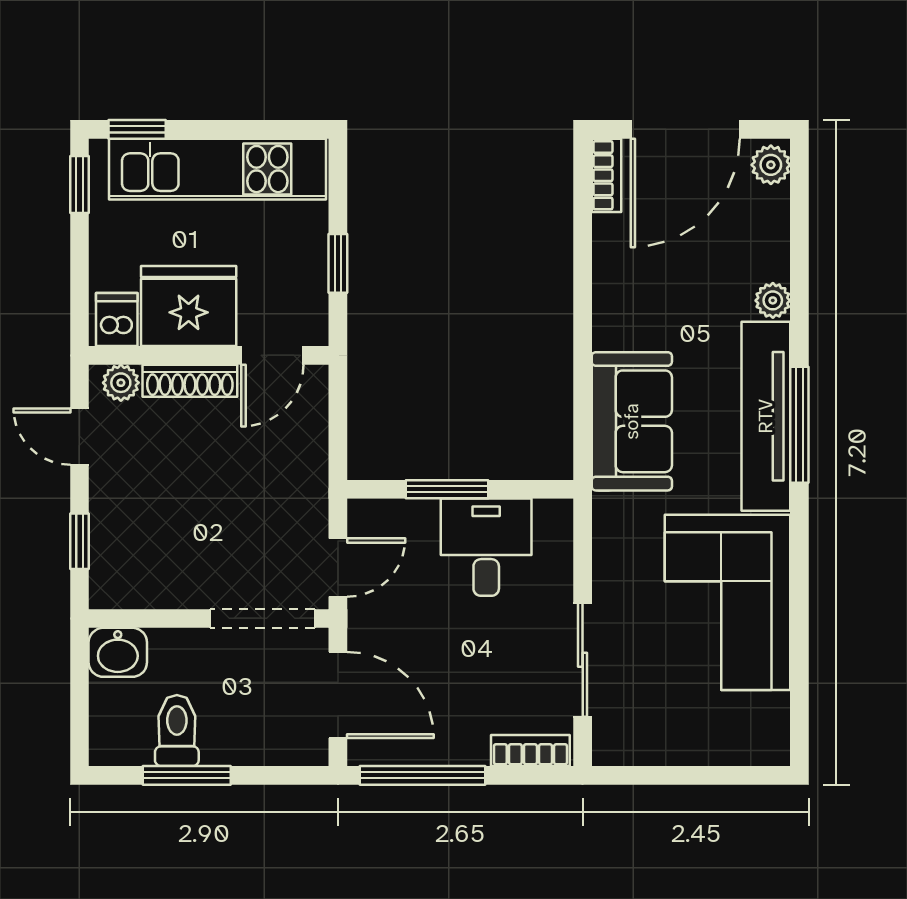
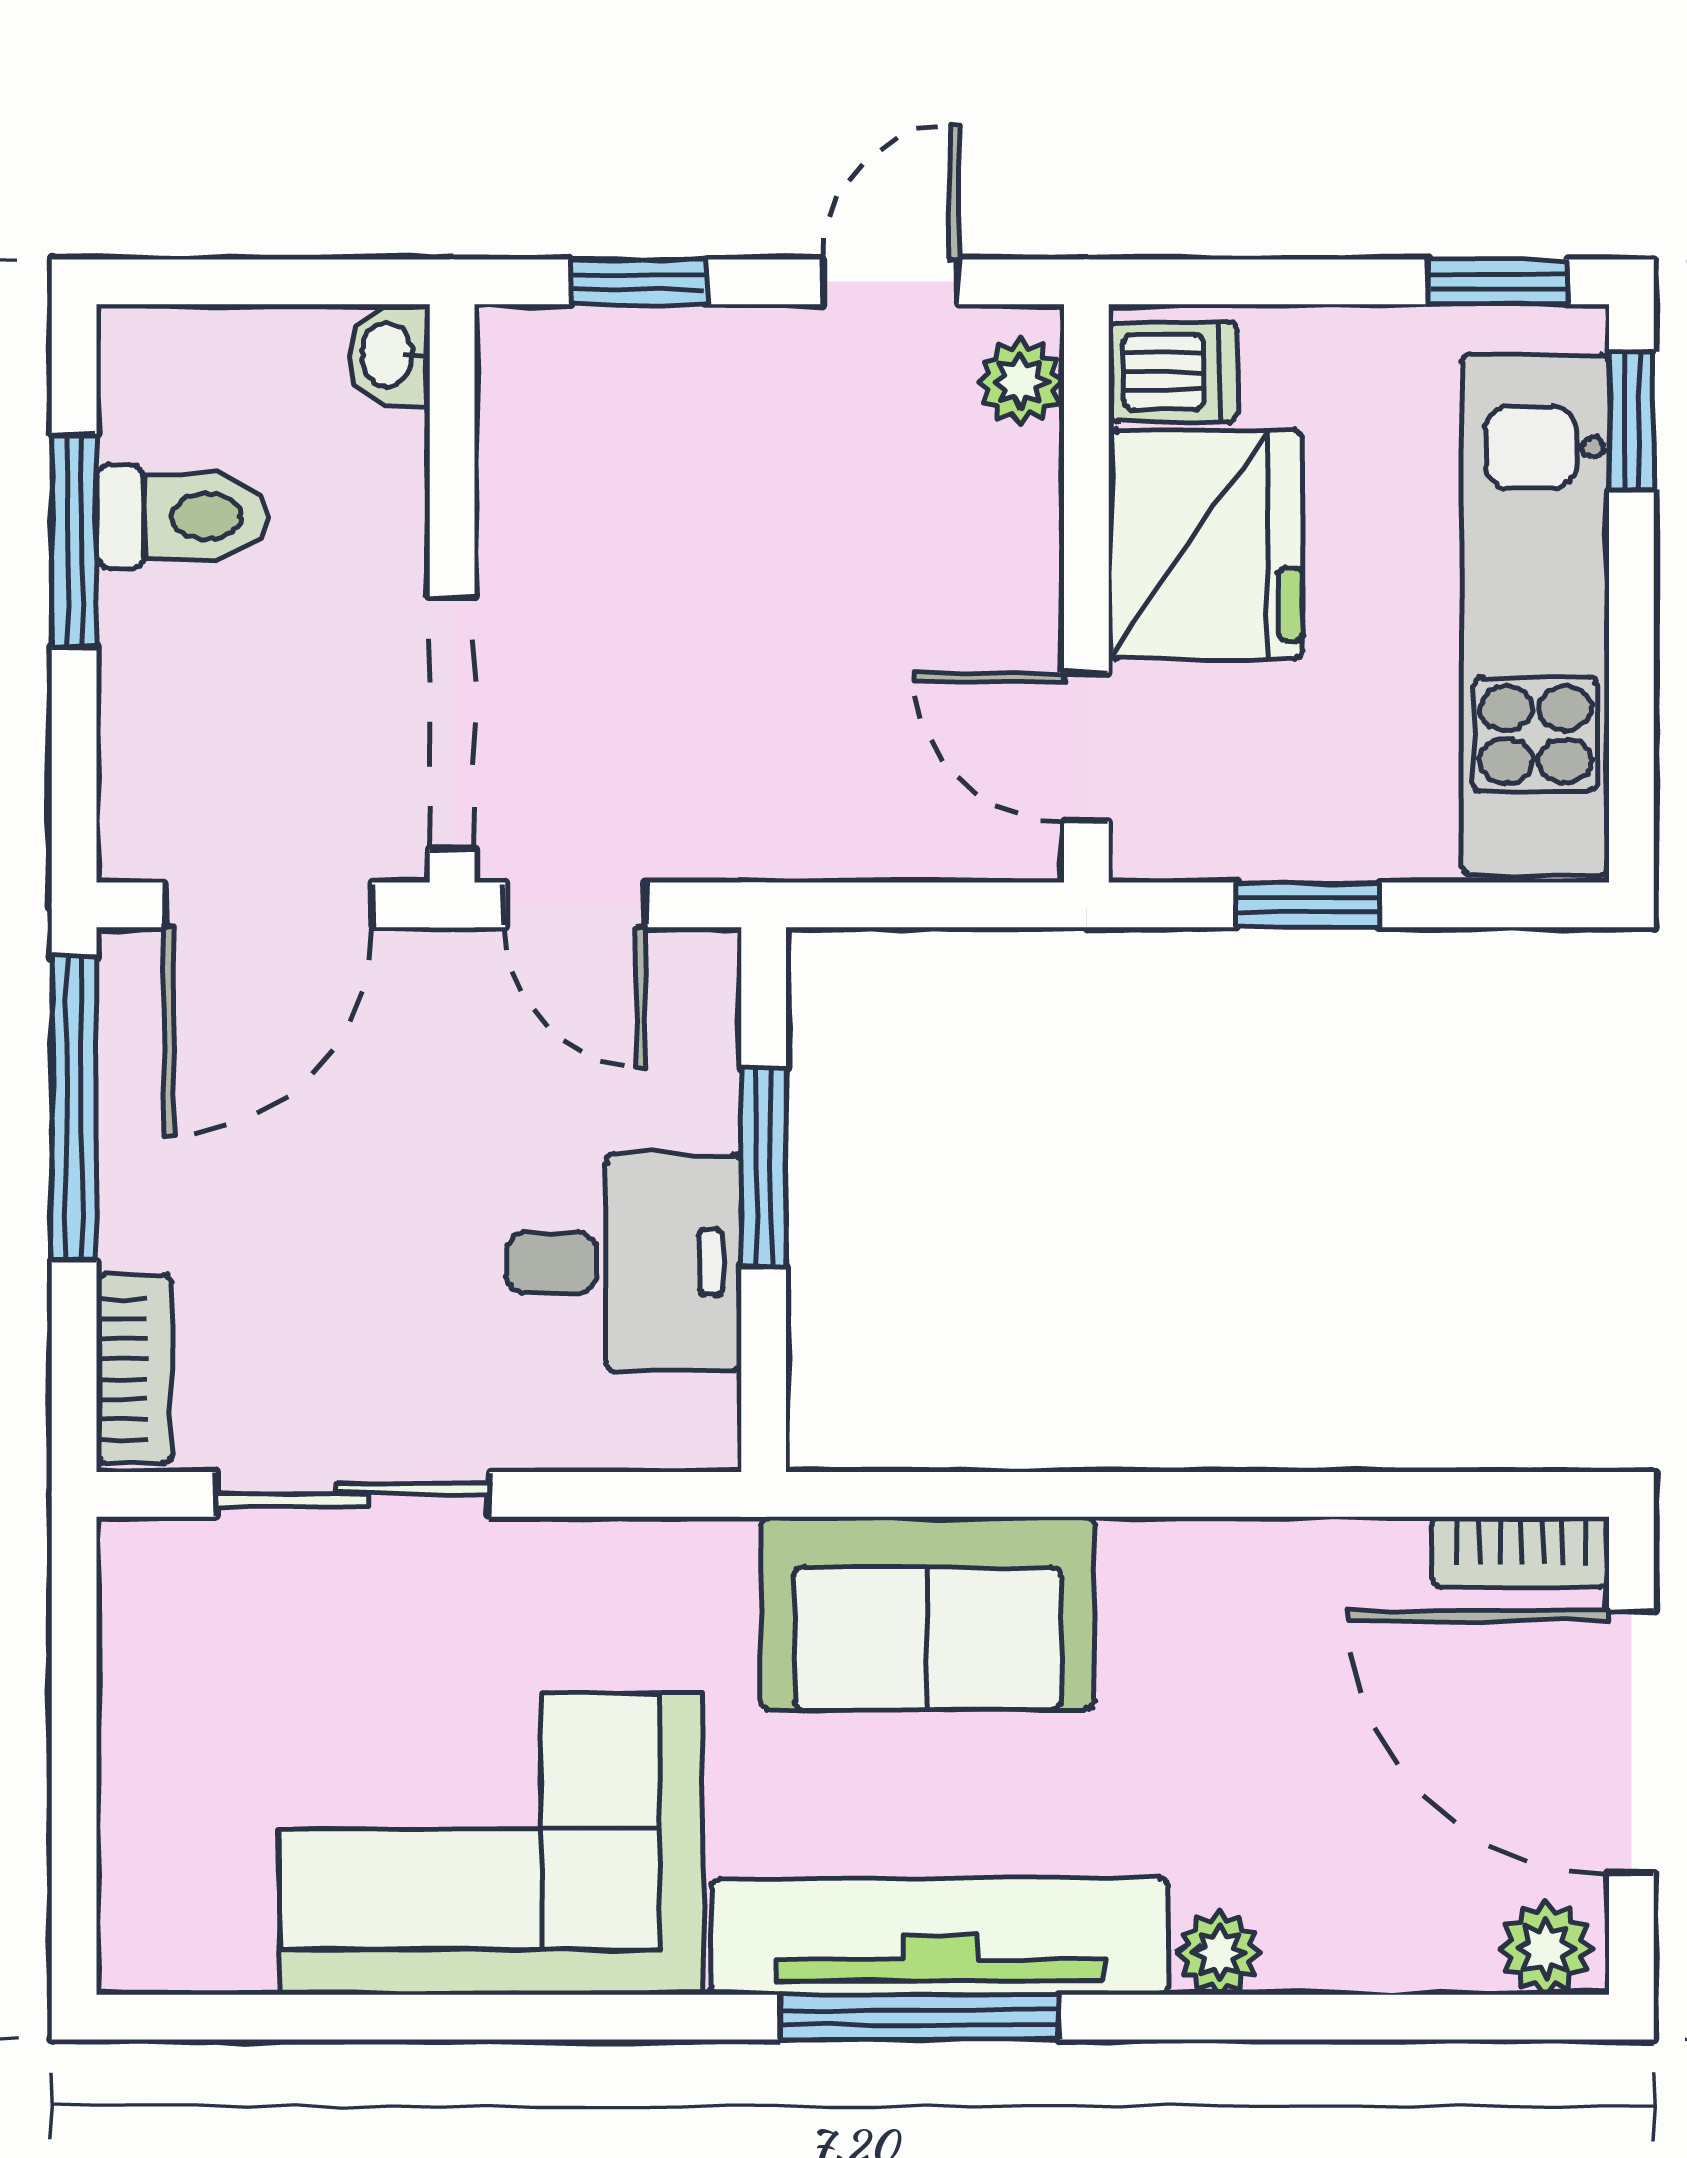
shoe rack: (190, 381) -> (1025, 548), removed
washbasin: (118, 652) -> (389, 355), width x0.72, depth x0.69

